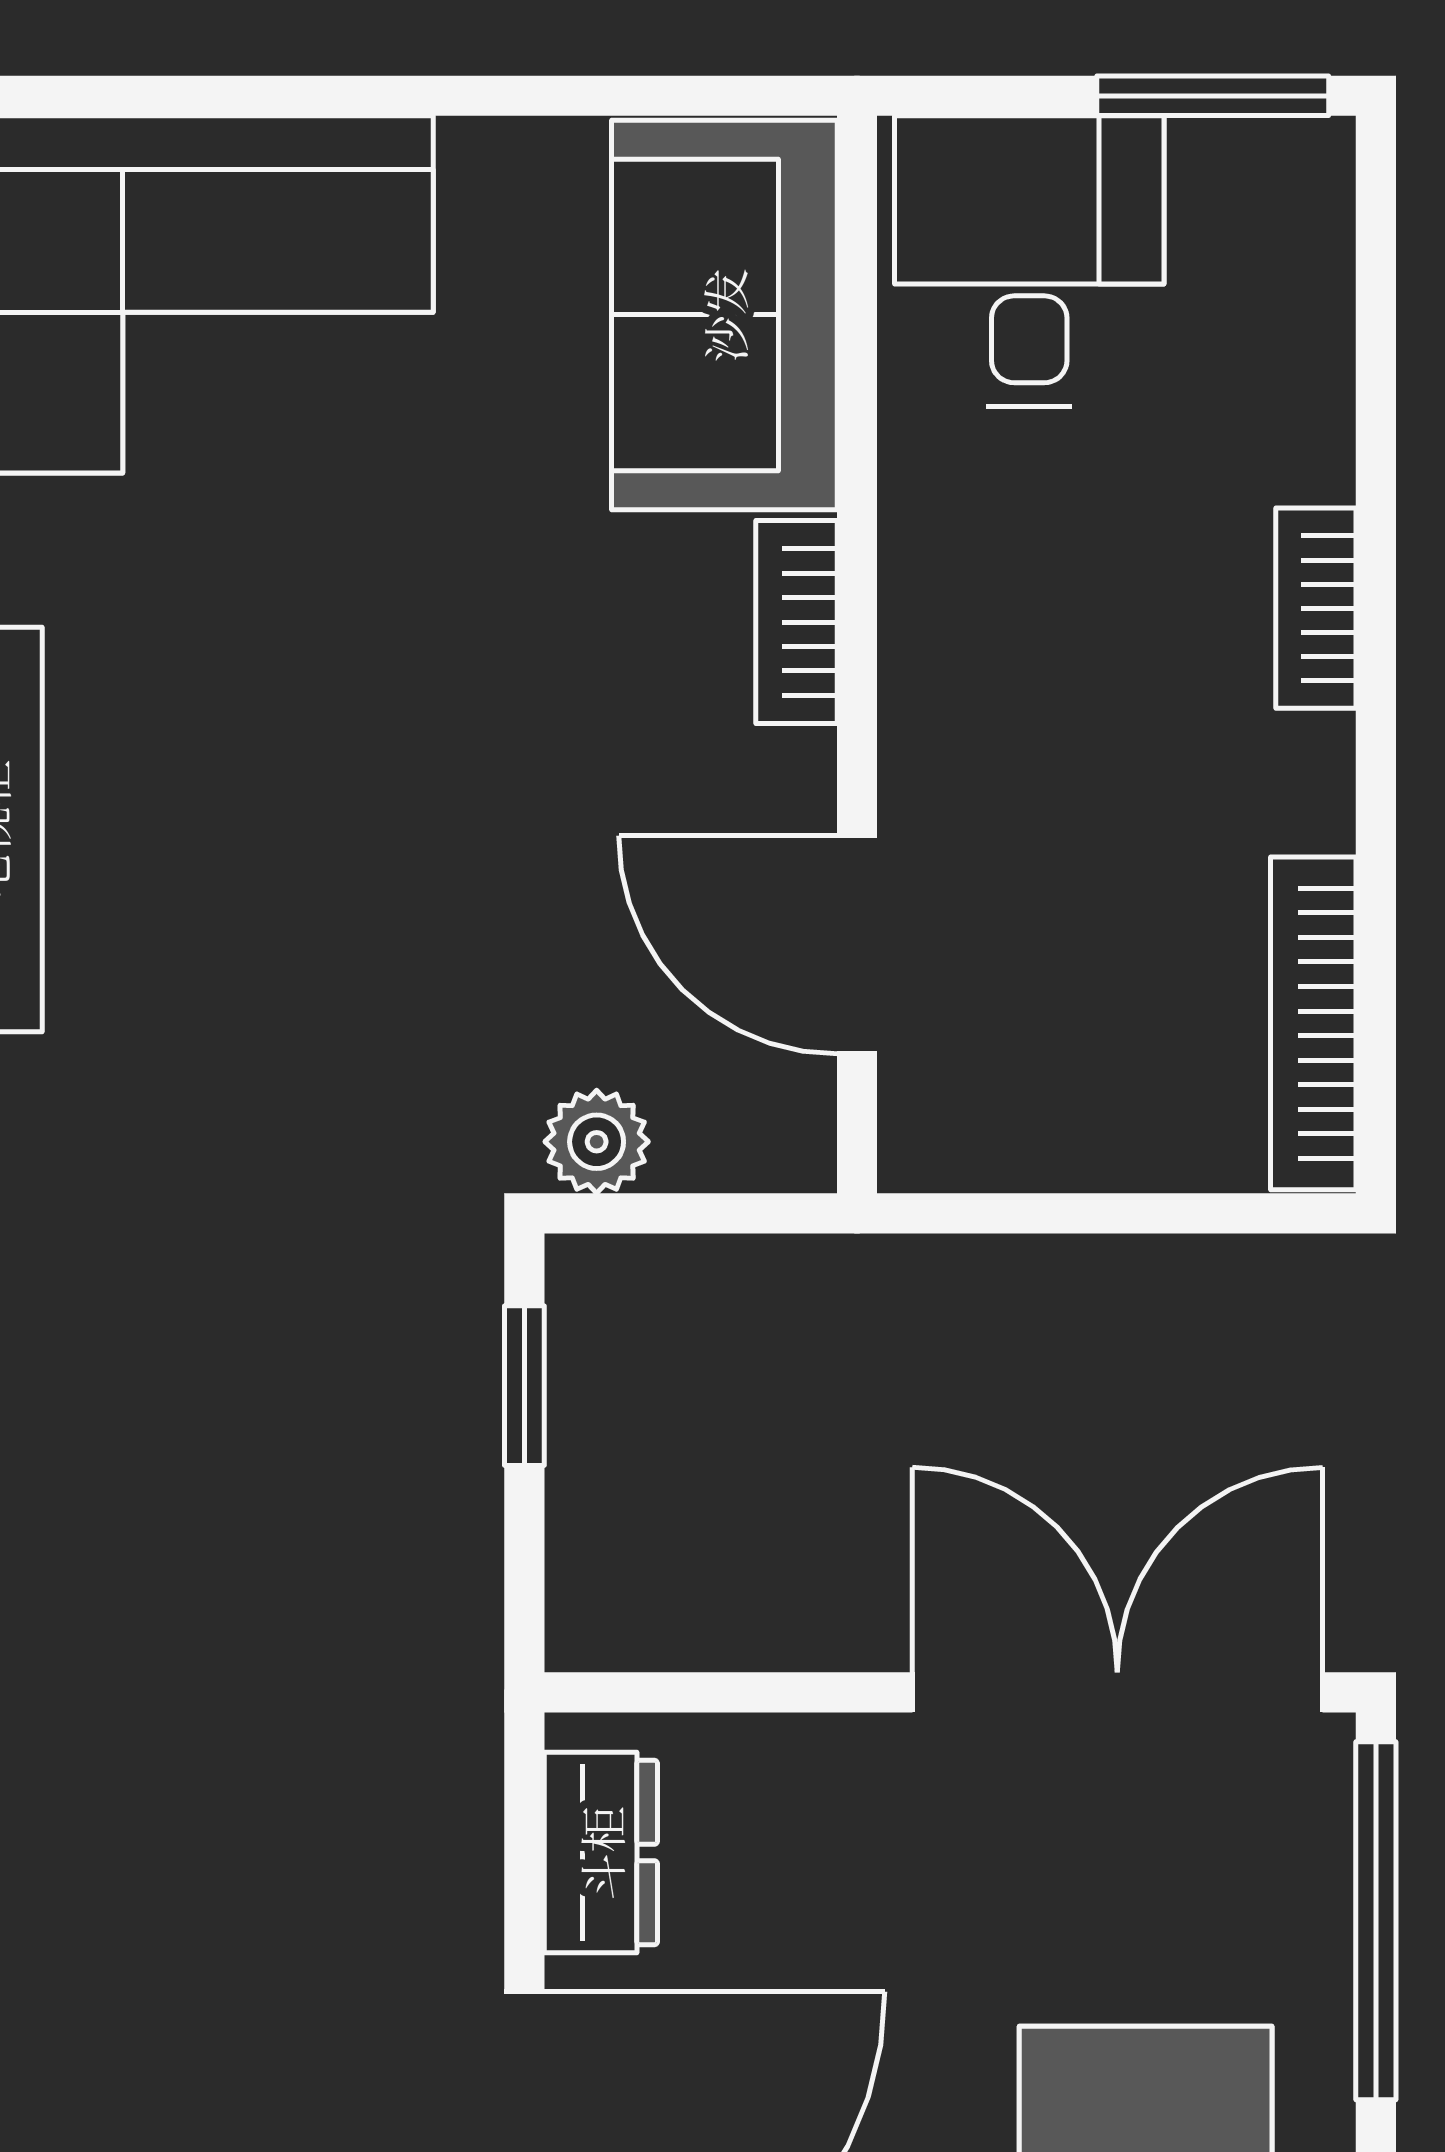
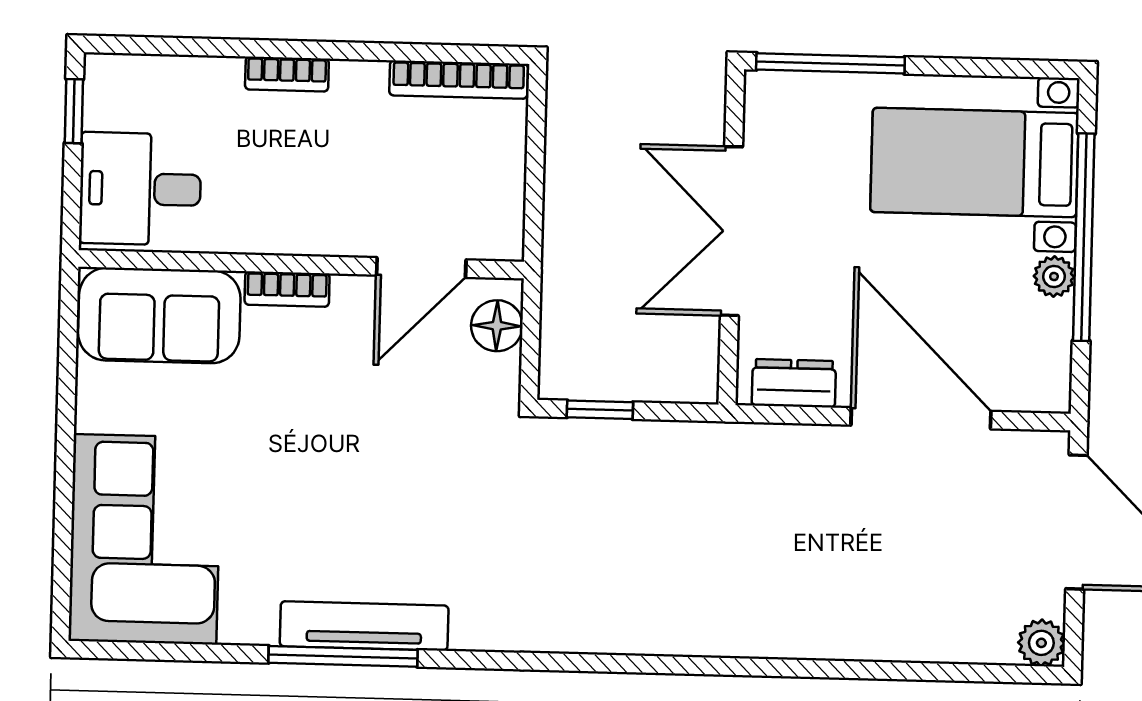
window: (1213, 96) -> (74, 111), width x0.67
floor lamp: (721, 1131) -> (497, 326), added
plant: (597, 1142) -> (500, 377), removed
double door: (1117, 1692) -> (732, 231), moved

